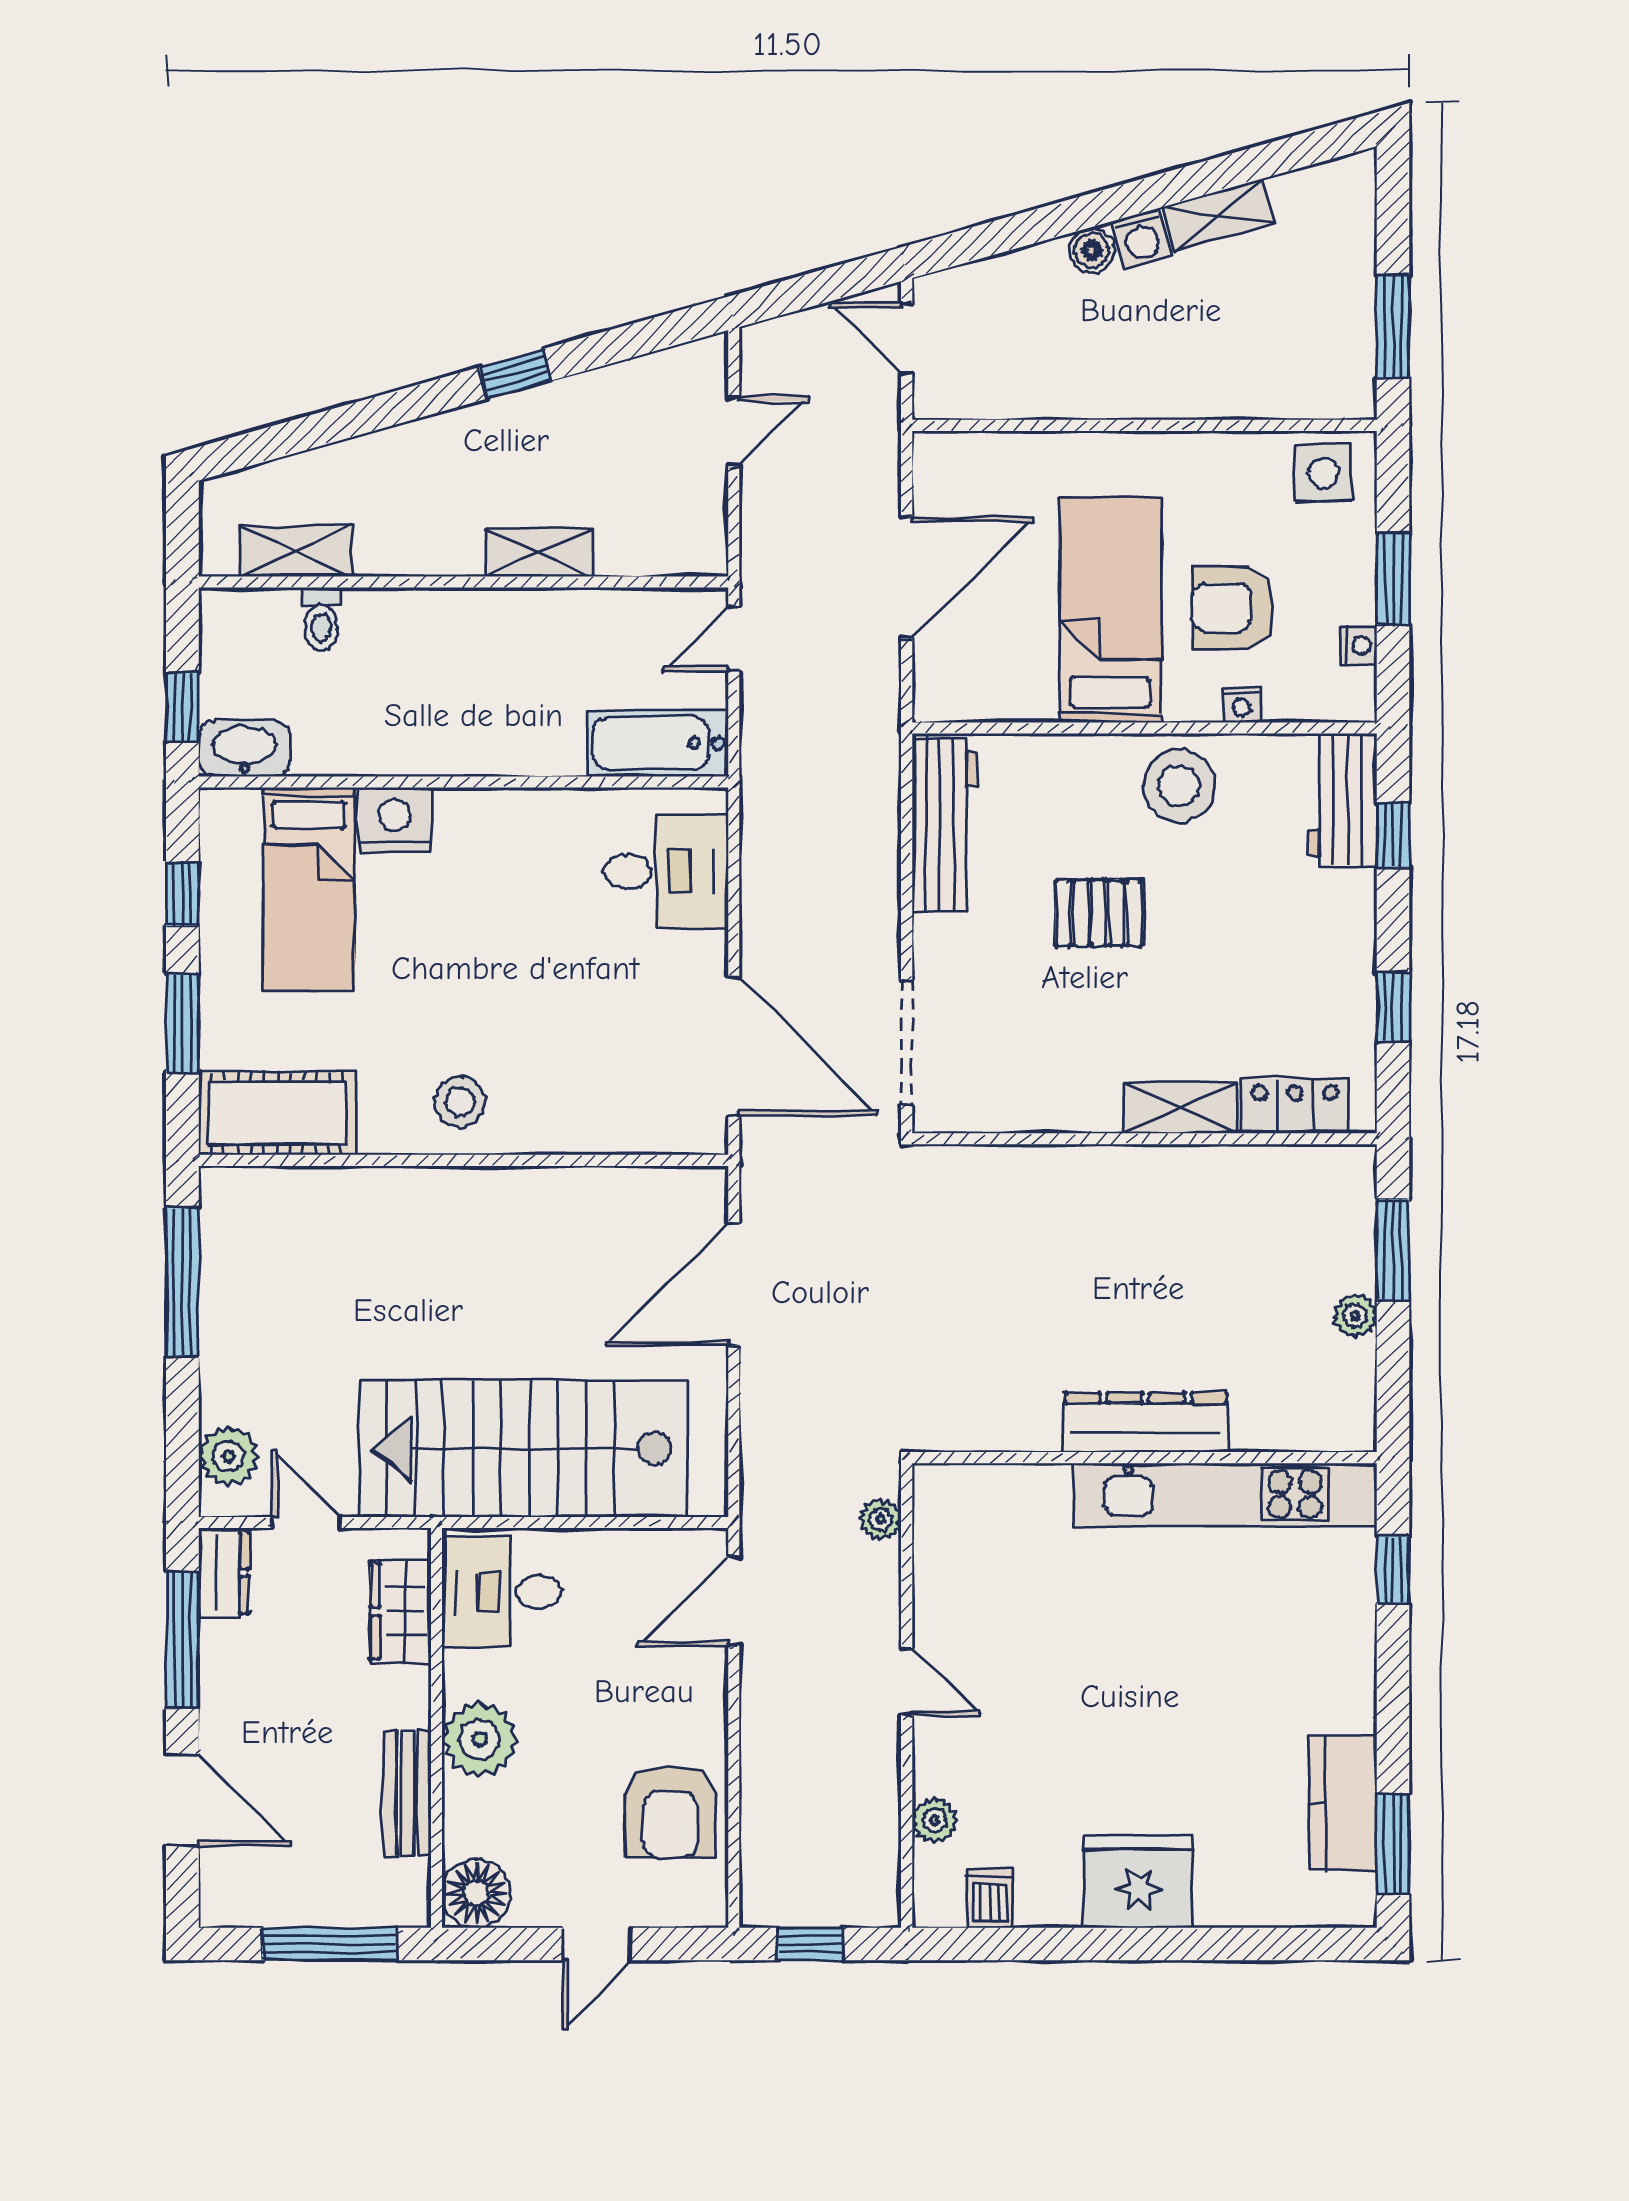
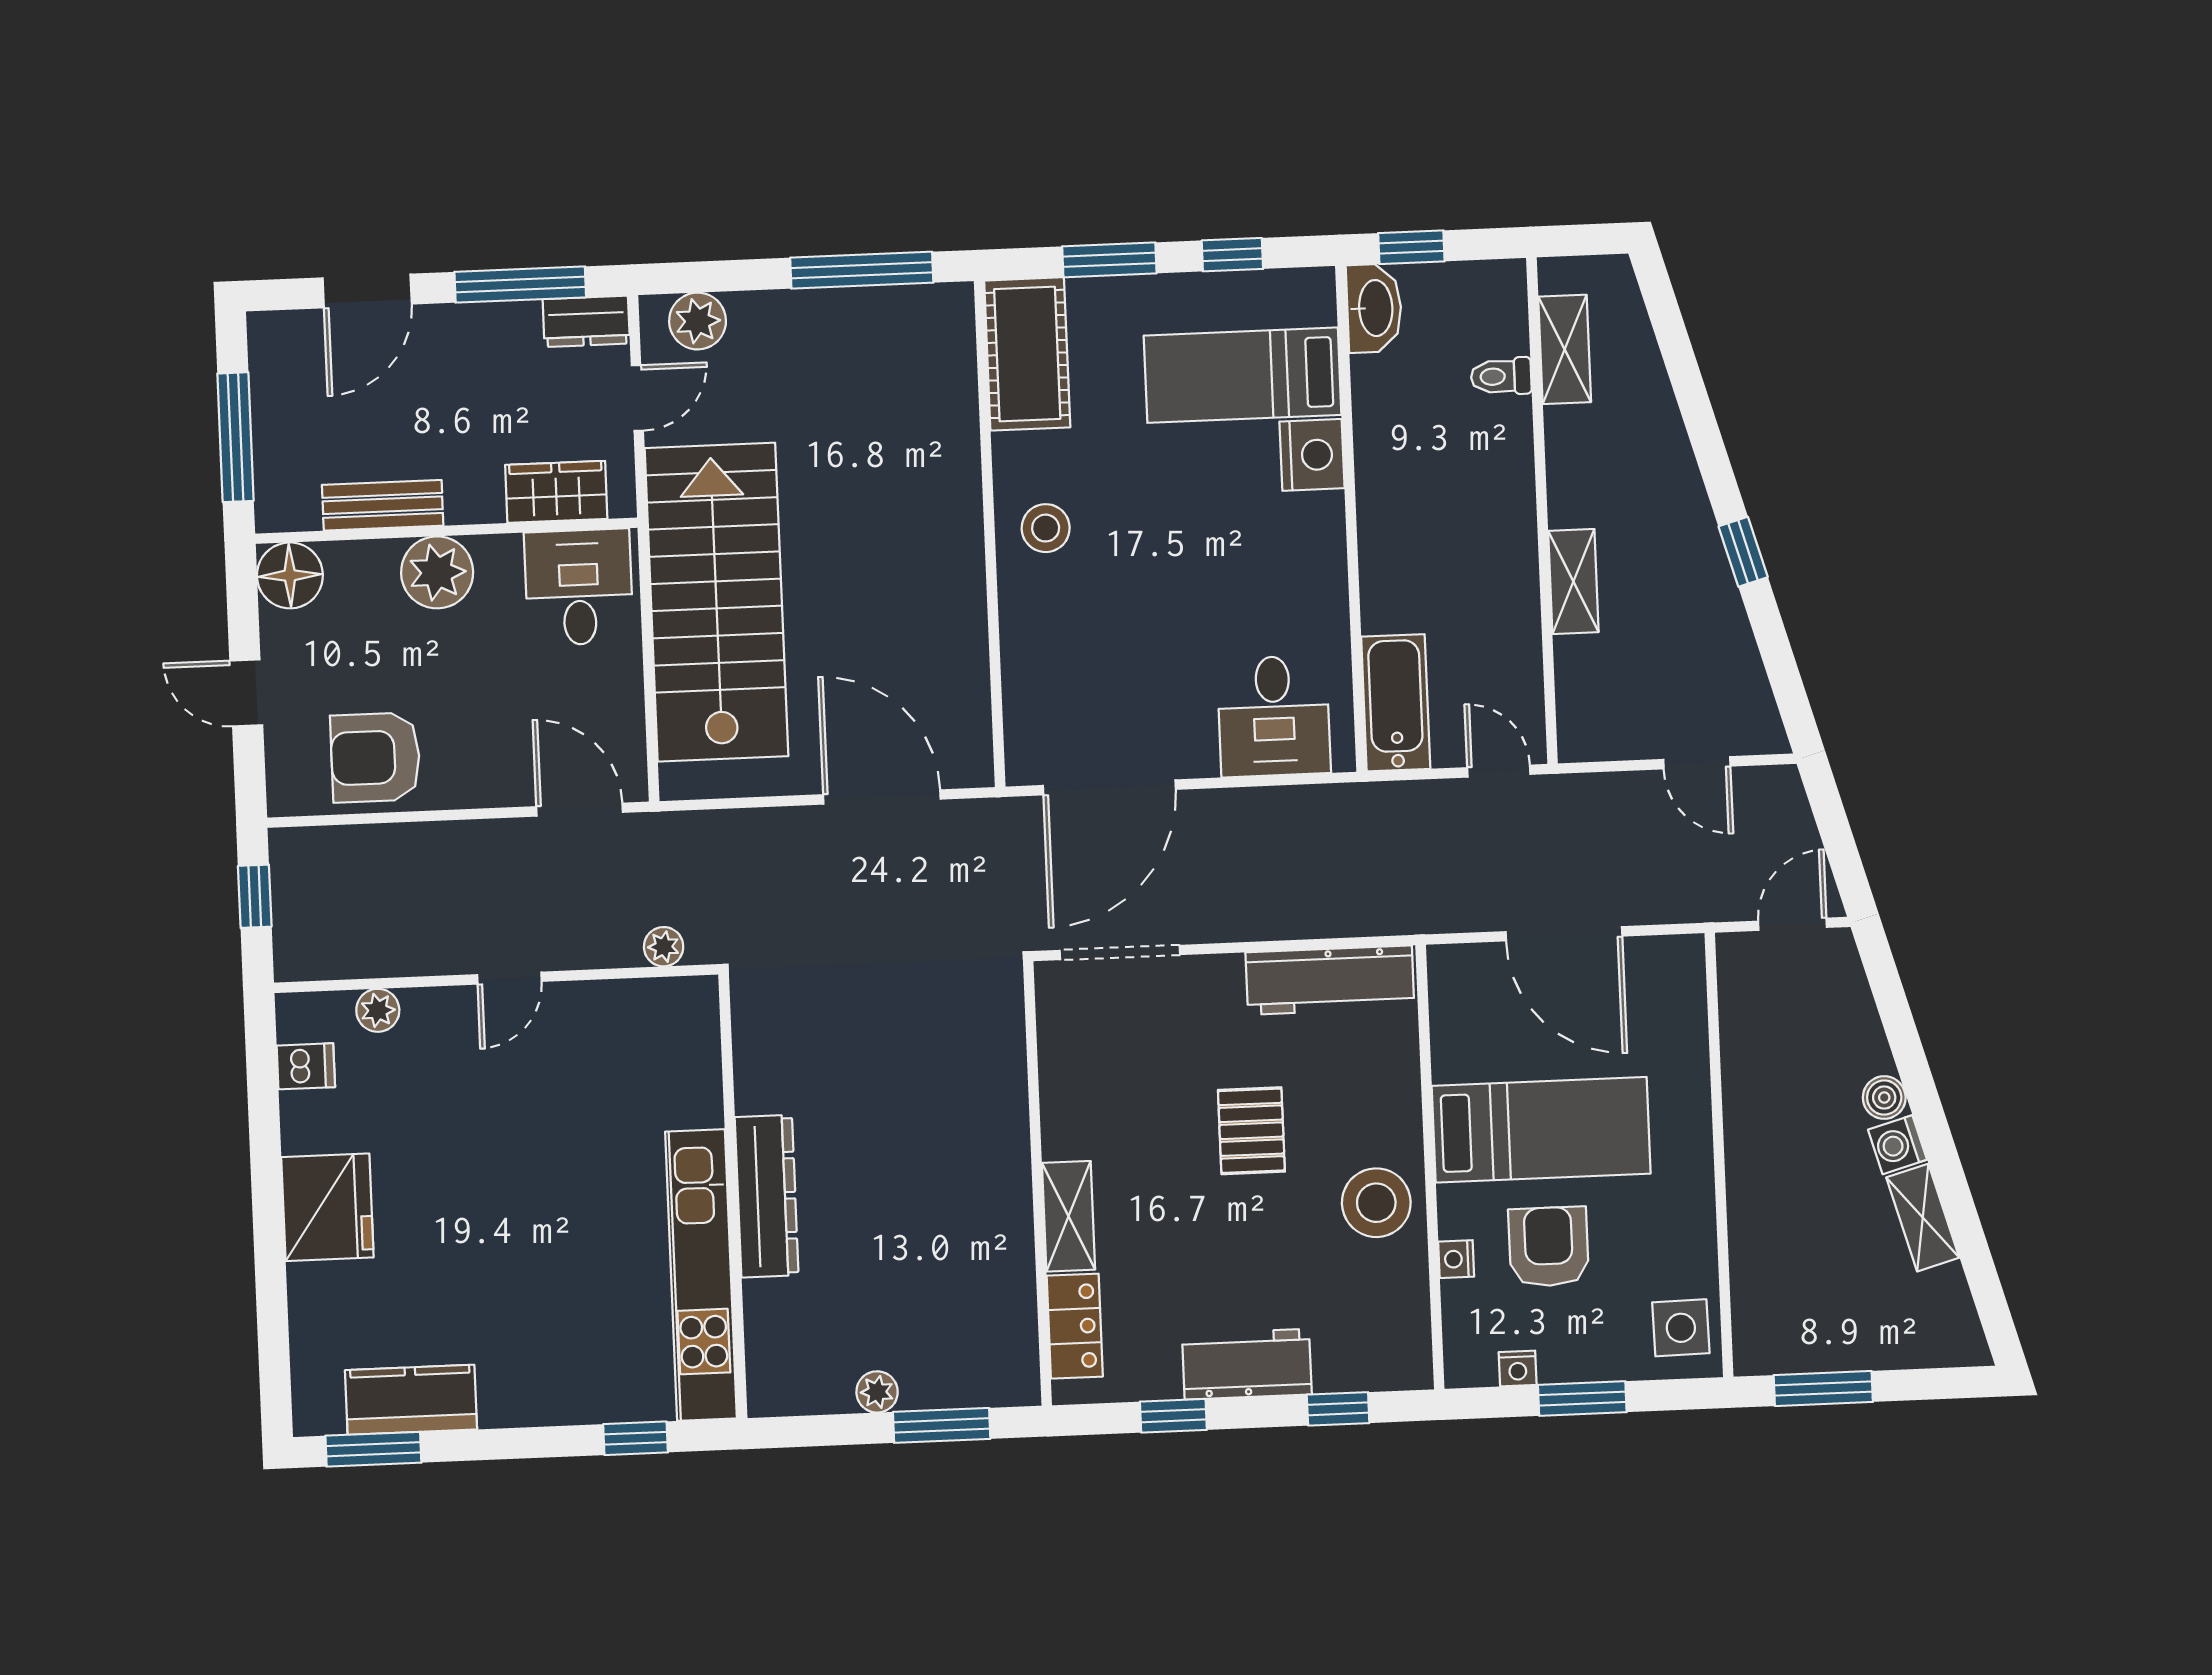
workbench: (1342, 800) -> (1247, 1364), moved

